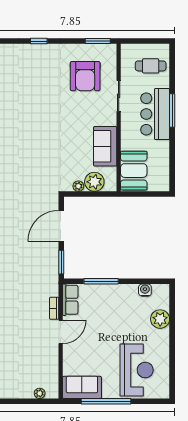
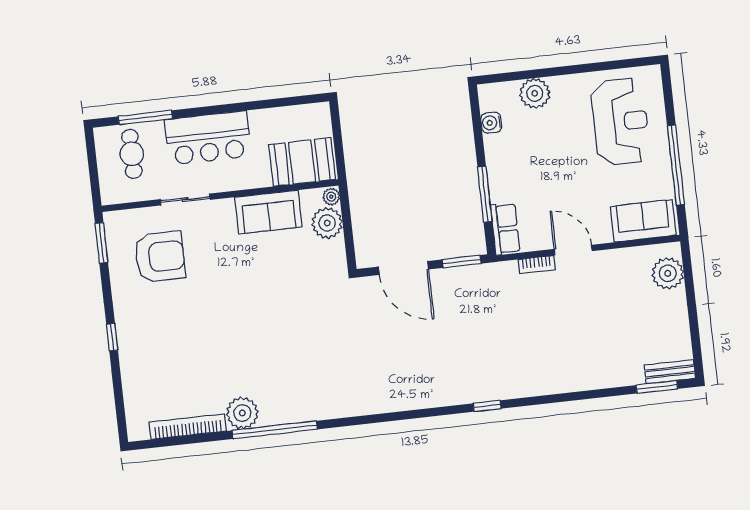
window: (172, 110) -> (145, 118), moved
plant: (78, 186) -> (331, 197), moved
row of seats: (70, 300) -> (505, 229), moved, turned 90
reception desk: (137, 370) -> (621, 122), turned 90
sofa: (82, 387) -> (643, 221), moved, turned 90
plant: (40, 393) -> (668, 273), width x1.88, depth x1.88

